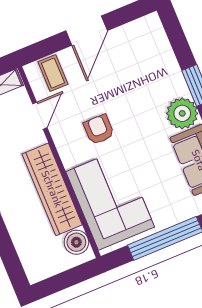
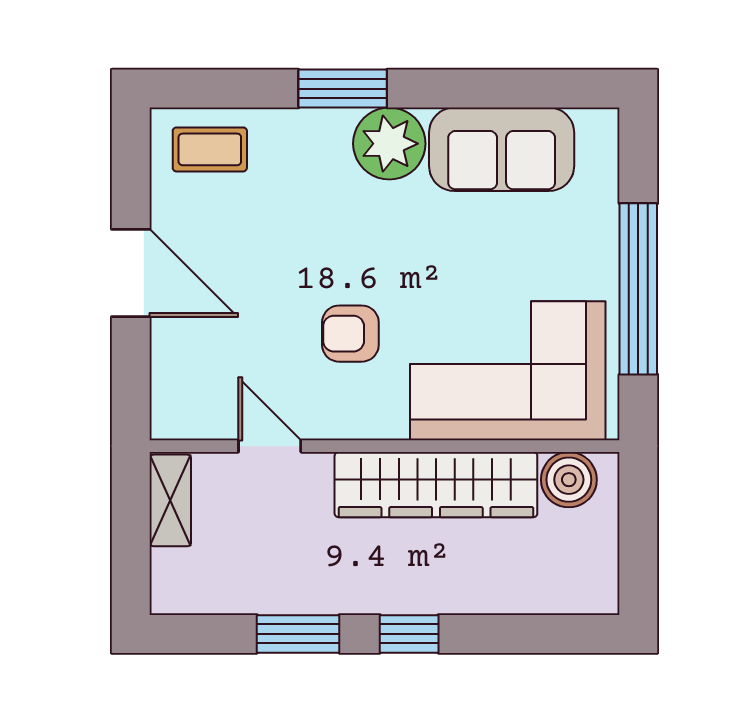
coffee table: (53, 73) -> (210, 149), moved

